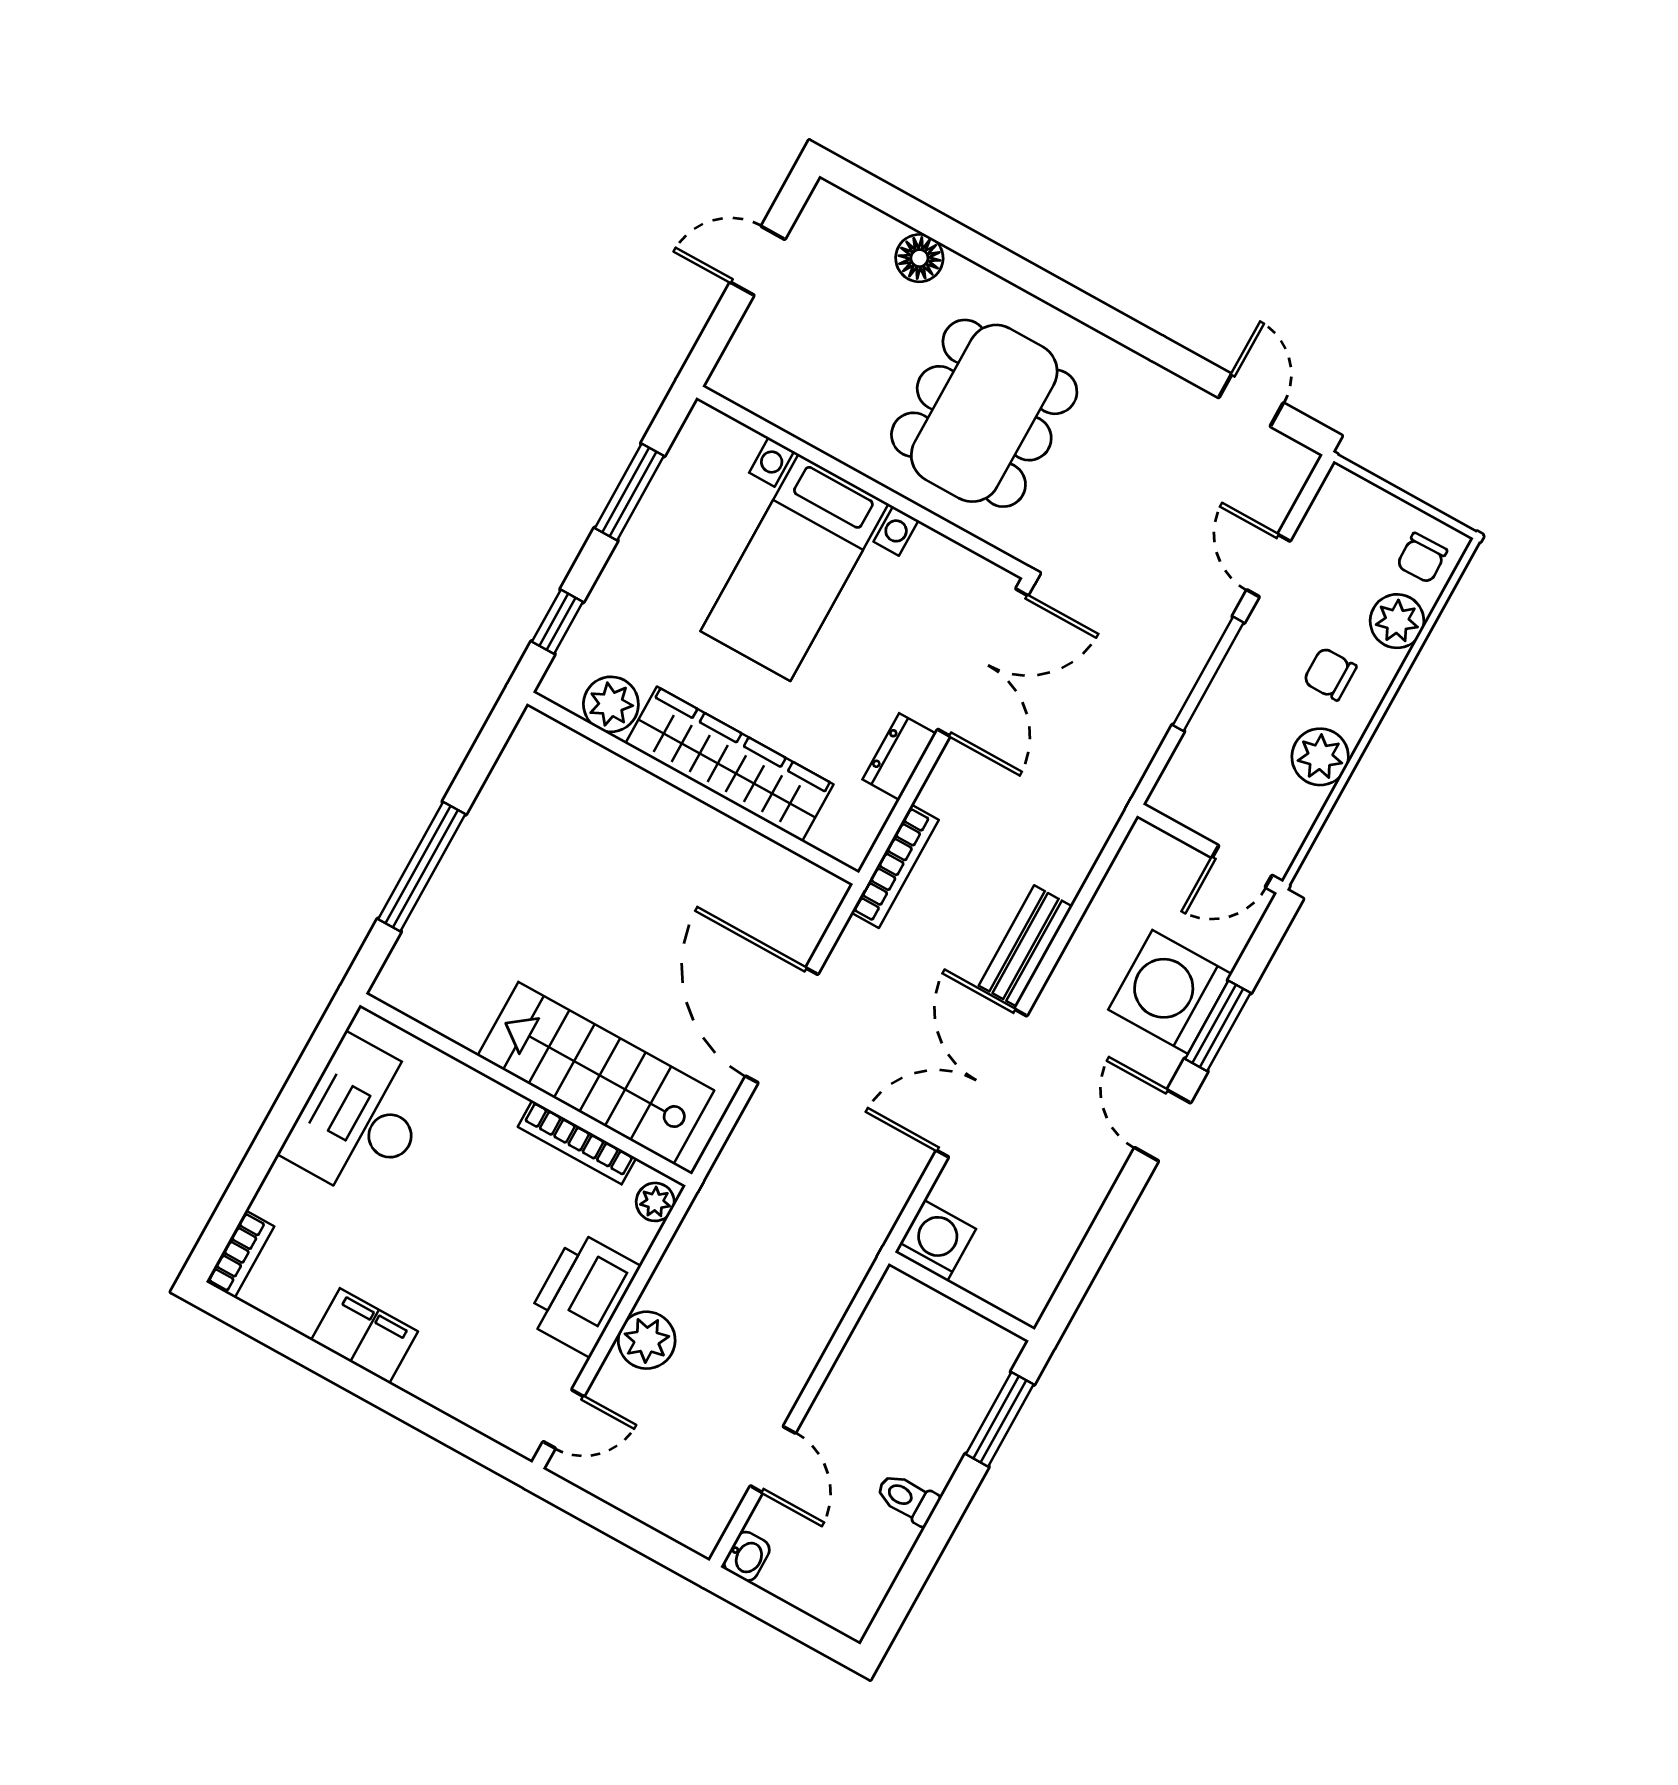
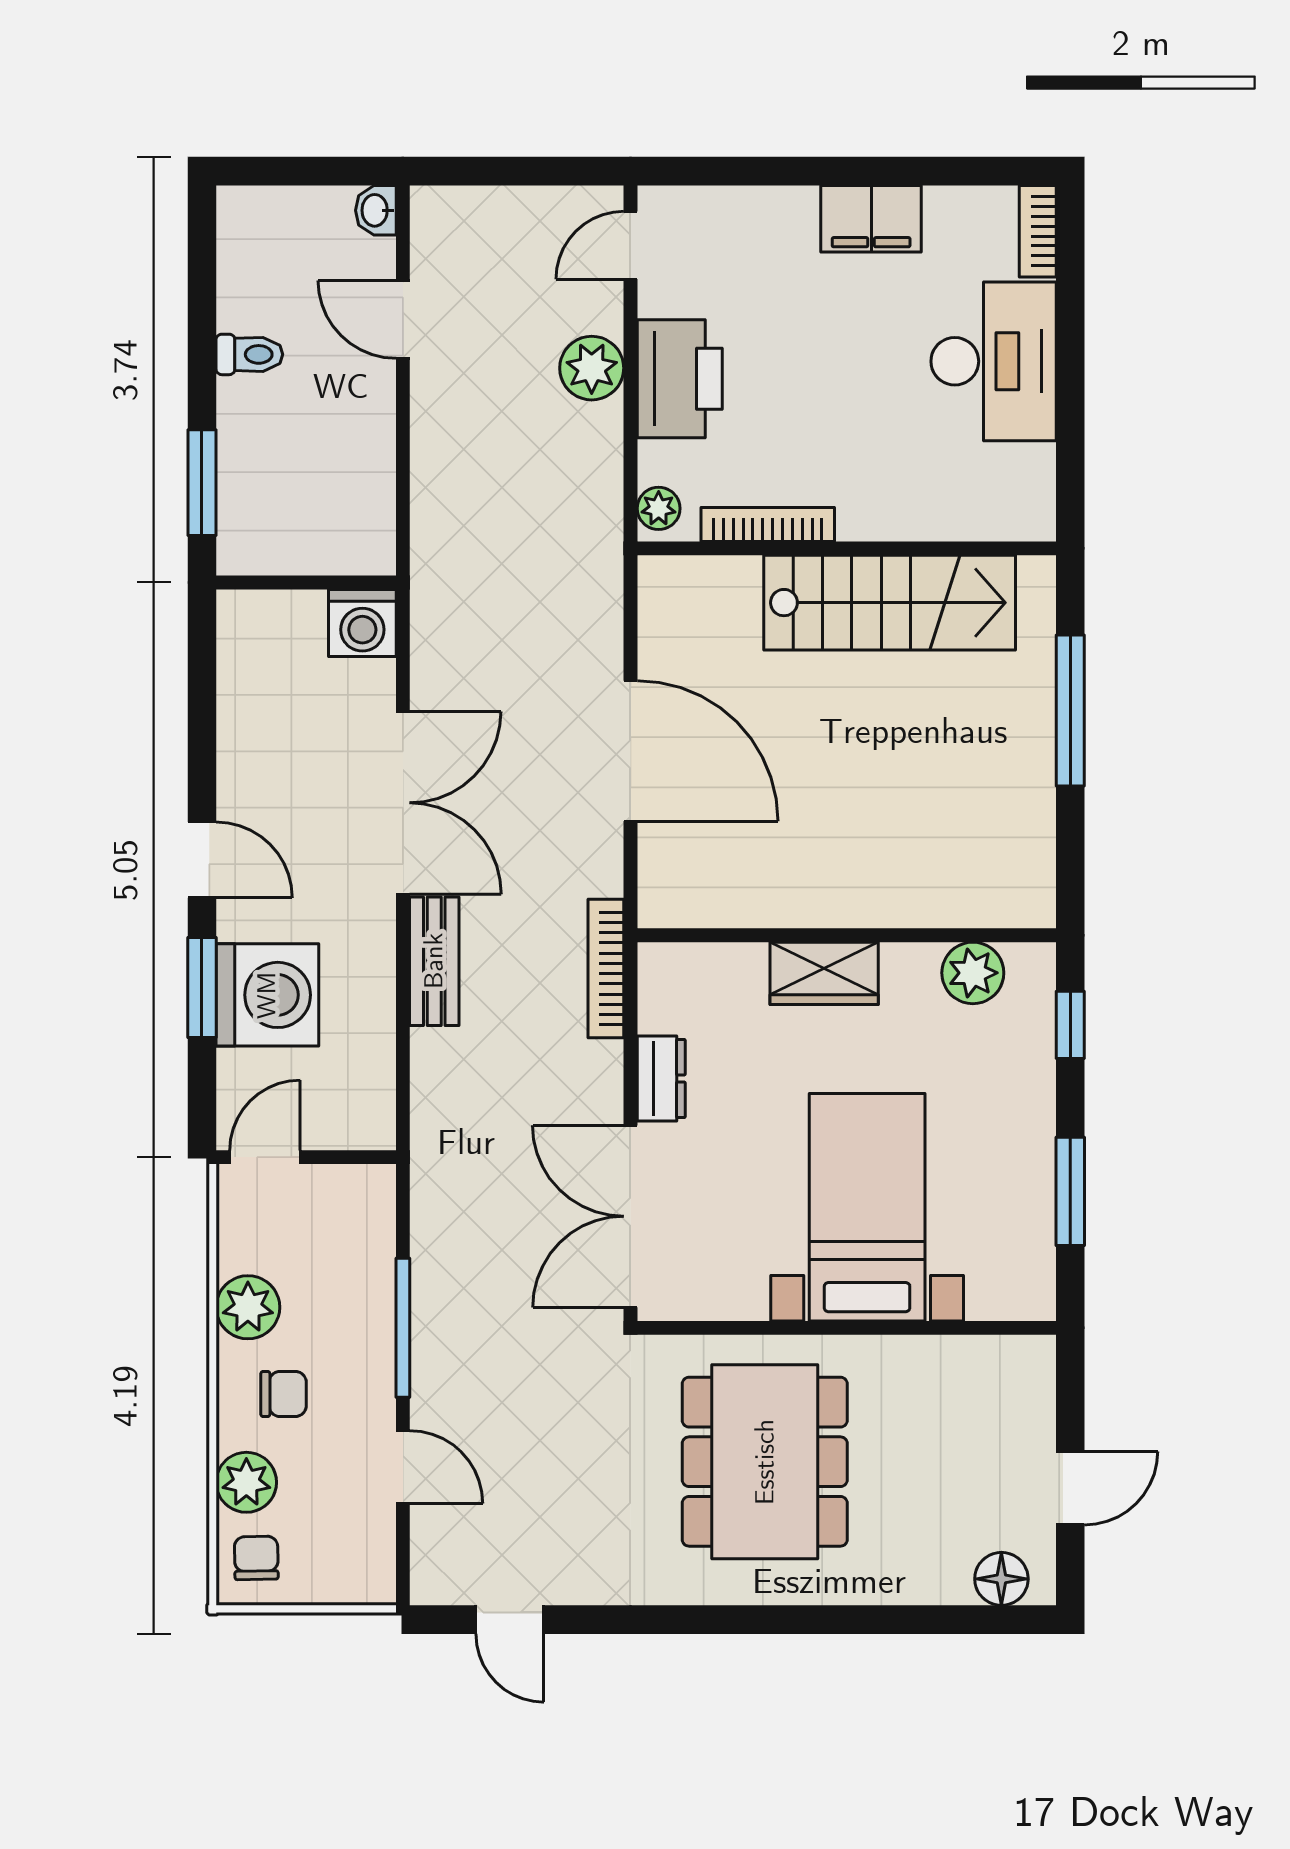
floor lamp: (919, 258) -> (1001, 1579), moved
wardrobe: (729, 764) -> (824, 973), width x0.48, depth x0.85
stairs: (596, 1073) -> (890, 603), moved
desk: (360, 1119) -> (994, 361), moved

